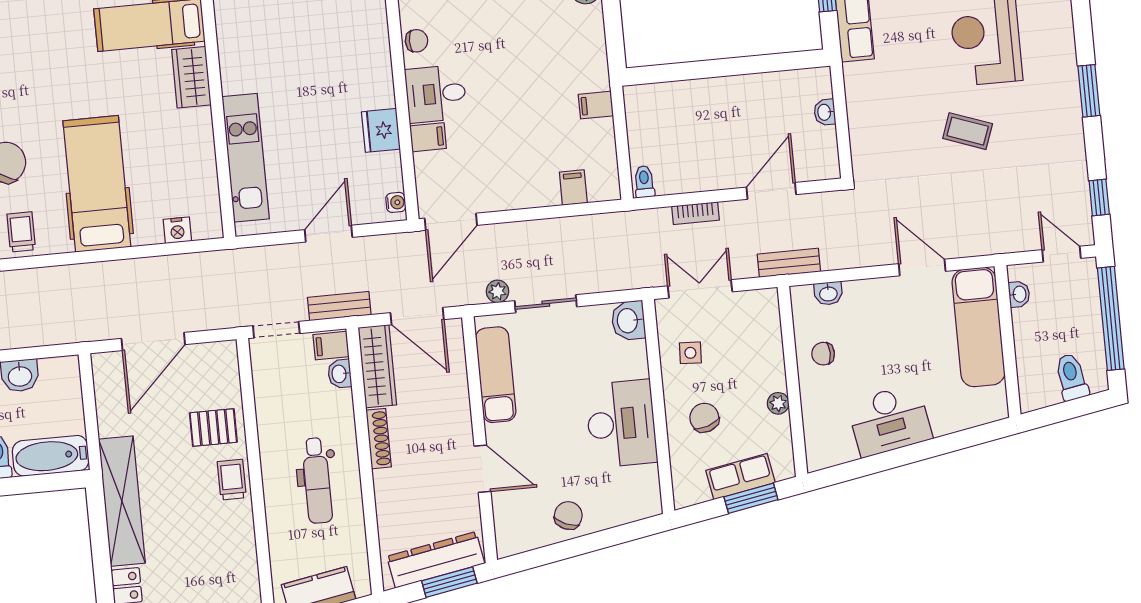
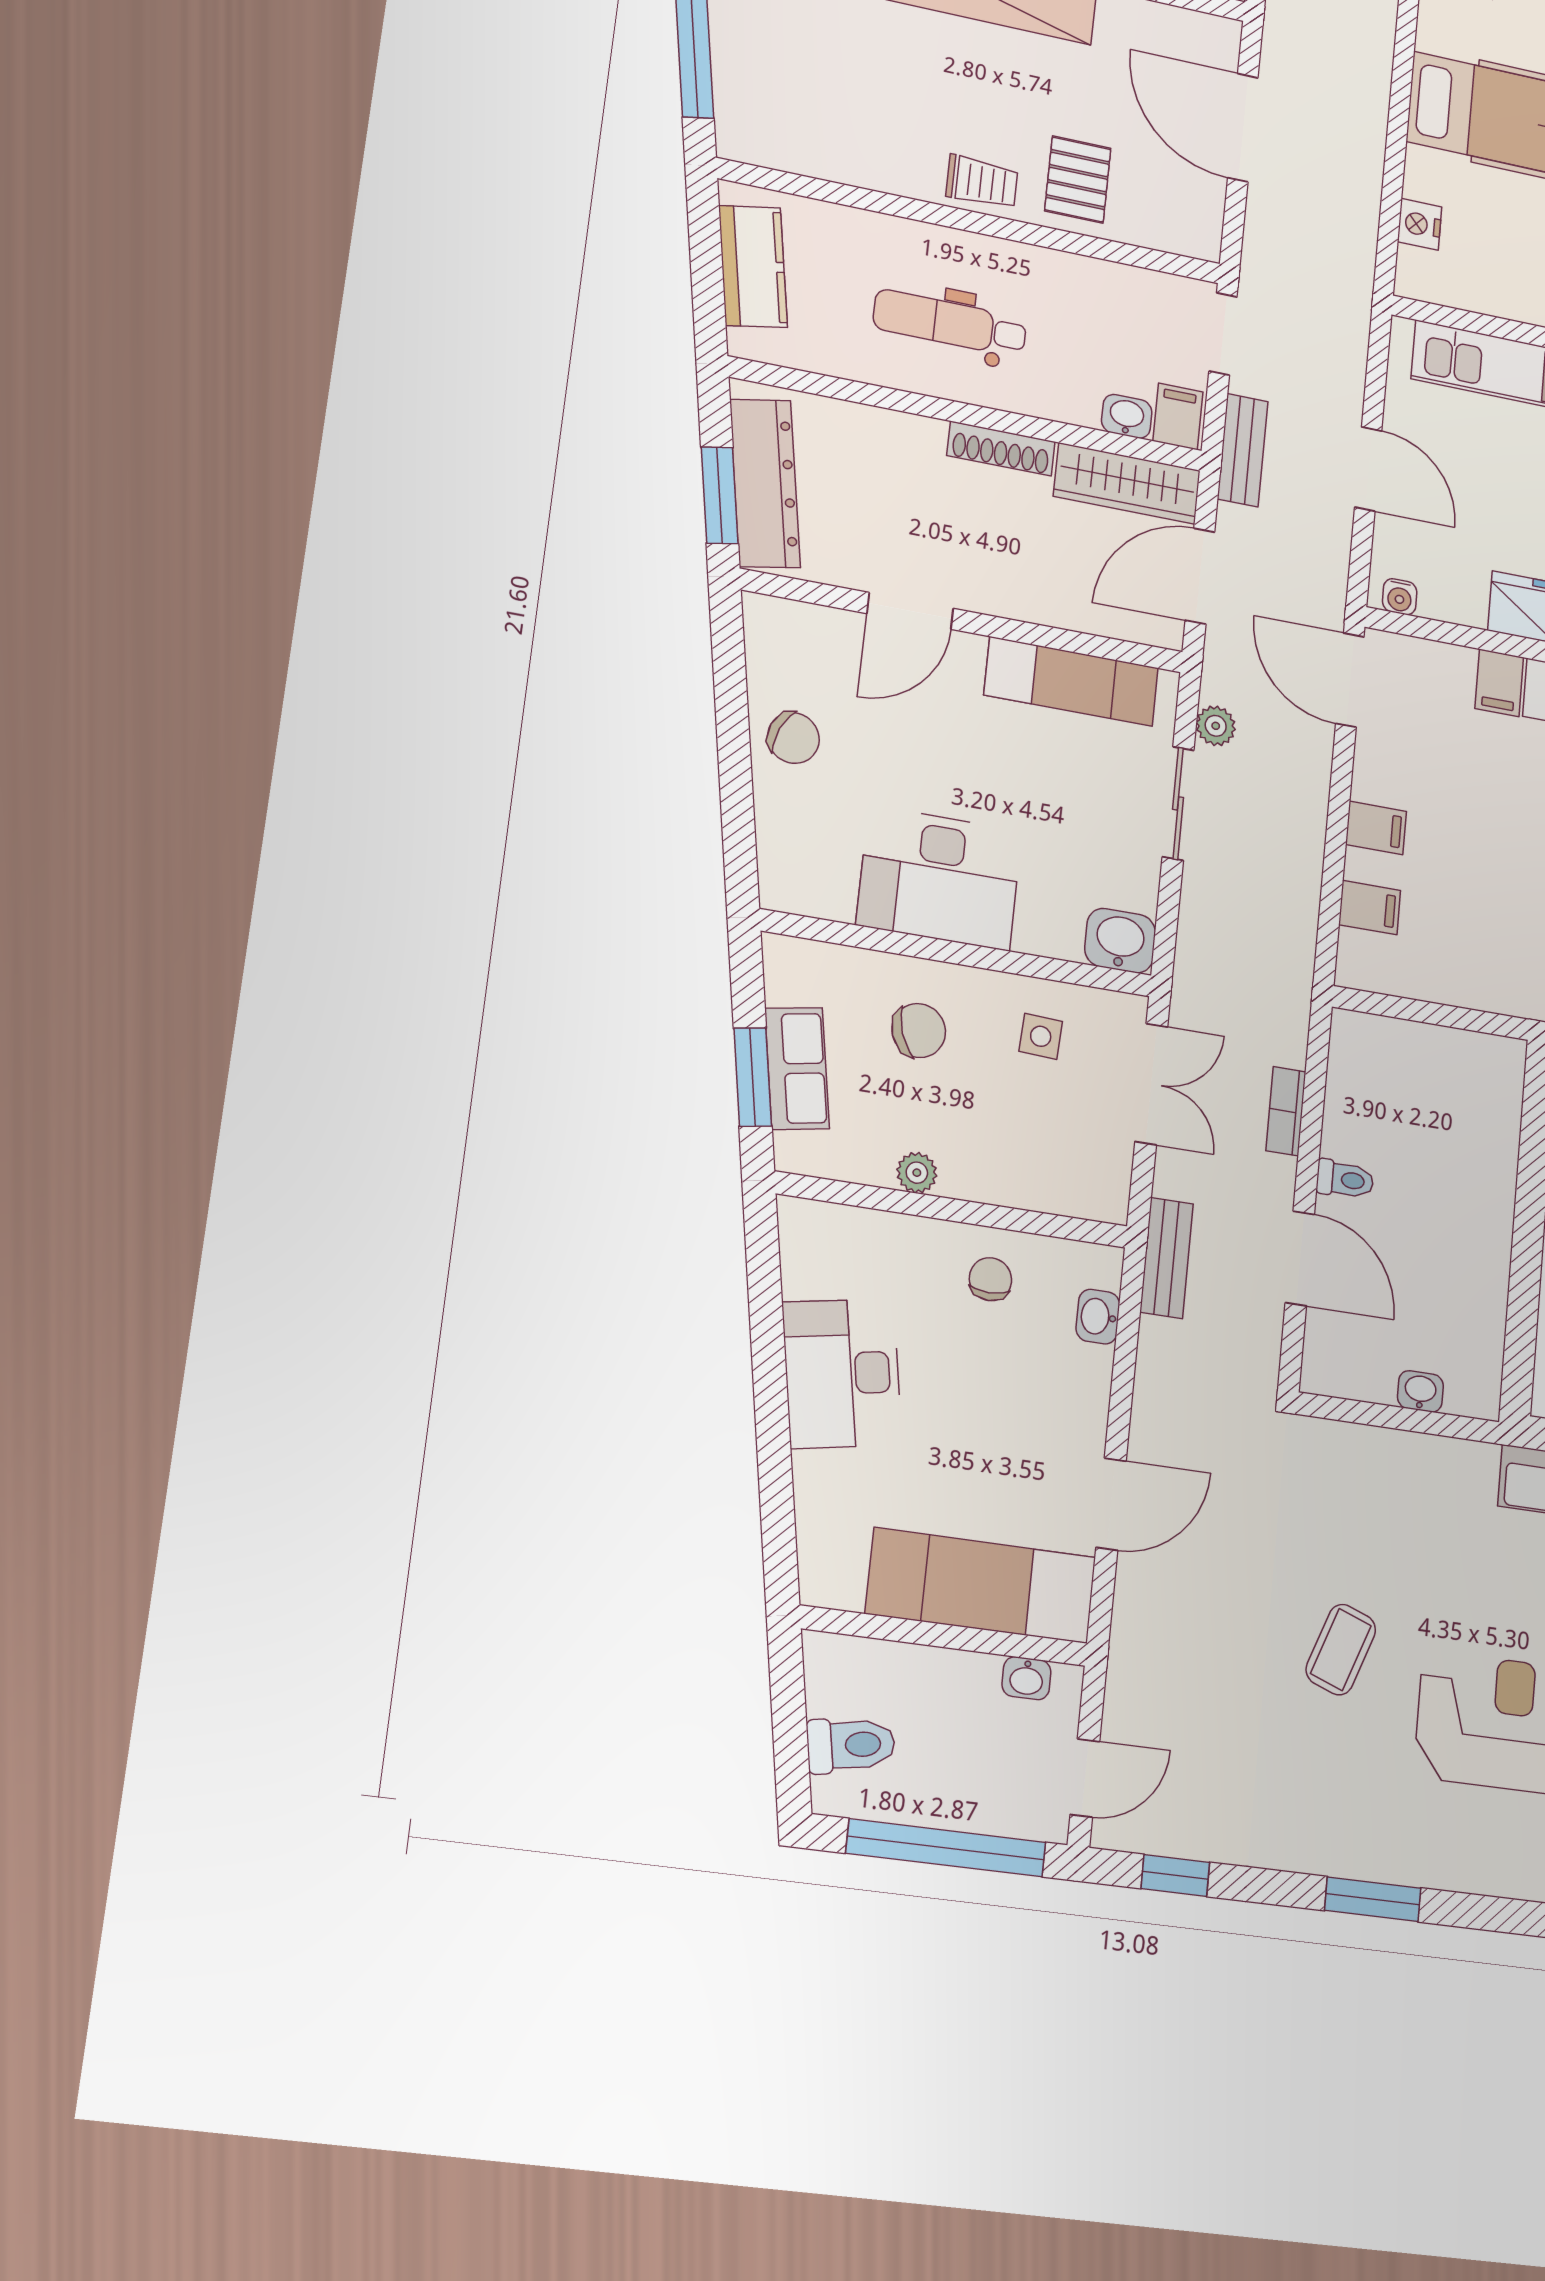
filing cabinet: (596, 105) -> (1376, 828), moved, turned 90
toilet: (644, 182) -> (1345, 1179), moved

